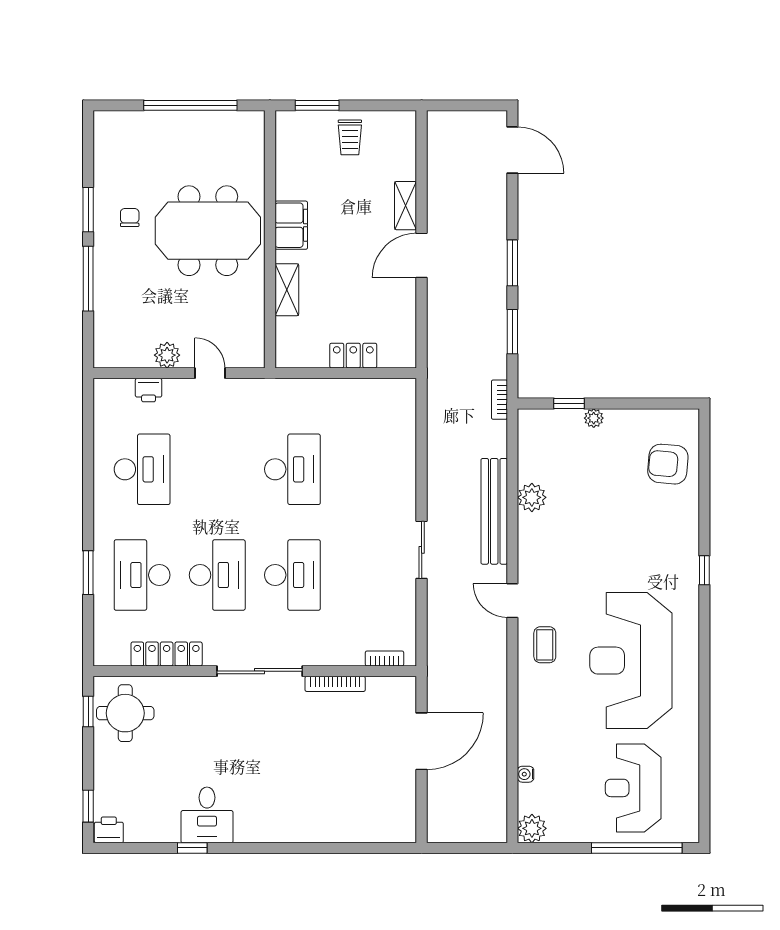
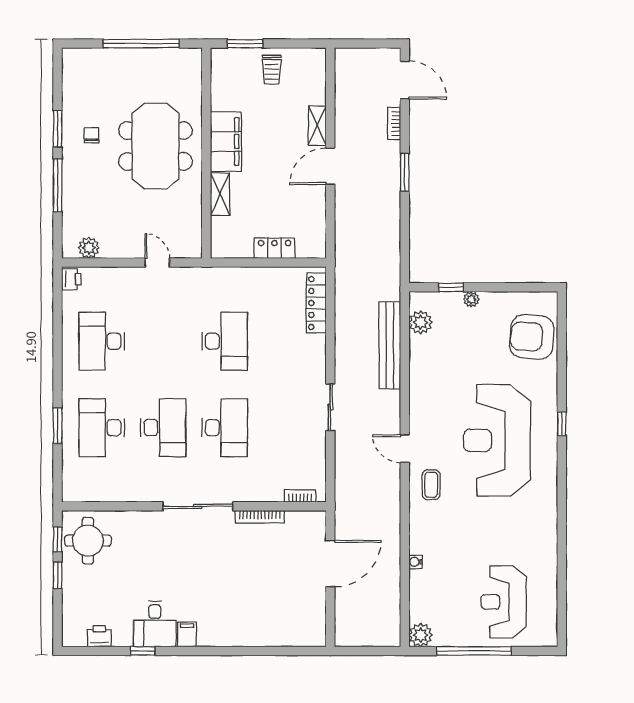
filing cabinet: (291, 225) -> (226, 141), width x1.50, depth x1.17
meeting table: (208, 231) -> (156, 146), turned 90
window: (512, 332) -> (405, 229), removed
plant: (167, 355) -> (89, 248), moved
printer: (149, 390) -> (71, 279), moved, turned -90
bookcase: (499, 400) -> (394, 124), moved
armchair: (668, 464) -> (532, 337), width x1.36, depth x1.36
desk: (142, 469) -> (102, 341), turned 180
plant: (532, 497) -> (421, 322), moved
bench: (494, 511) -> (390, 345), moved
locker: (167, 654) -> (316, 303), moved, turned -90
reception desk: (631, 661) -> (497, 440), moved
water cooler: (526, 774) -> (415, 562), moved
window: (88, 806) -> (58, 575), moved
filing cabinet: (246, 828) -> (187, 634), added
printer: (109, 830) -> (99, 636), moved
window: (637, 848) -> (474, 651), moved

